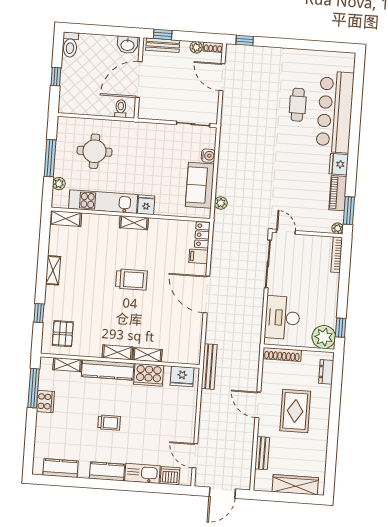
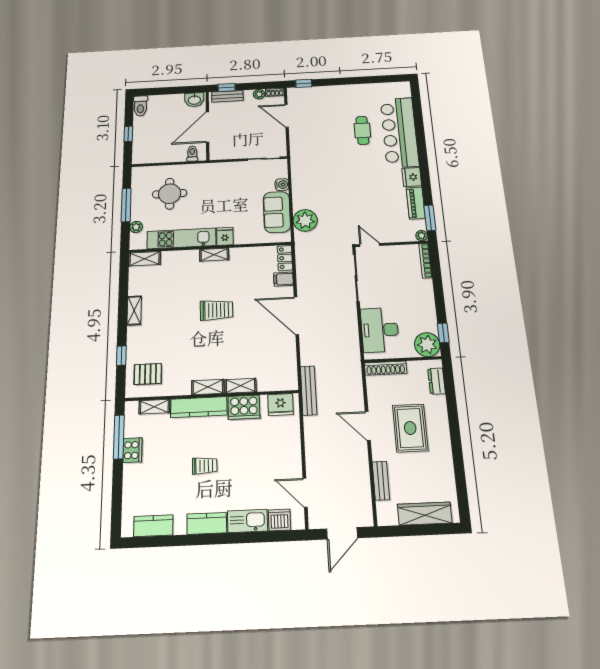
plant: (221, 203) -> (305, 220), width x1.87, depth x1.87
pallet: (63, 334) -> (148, 374), turned 90

